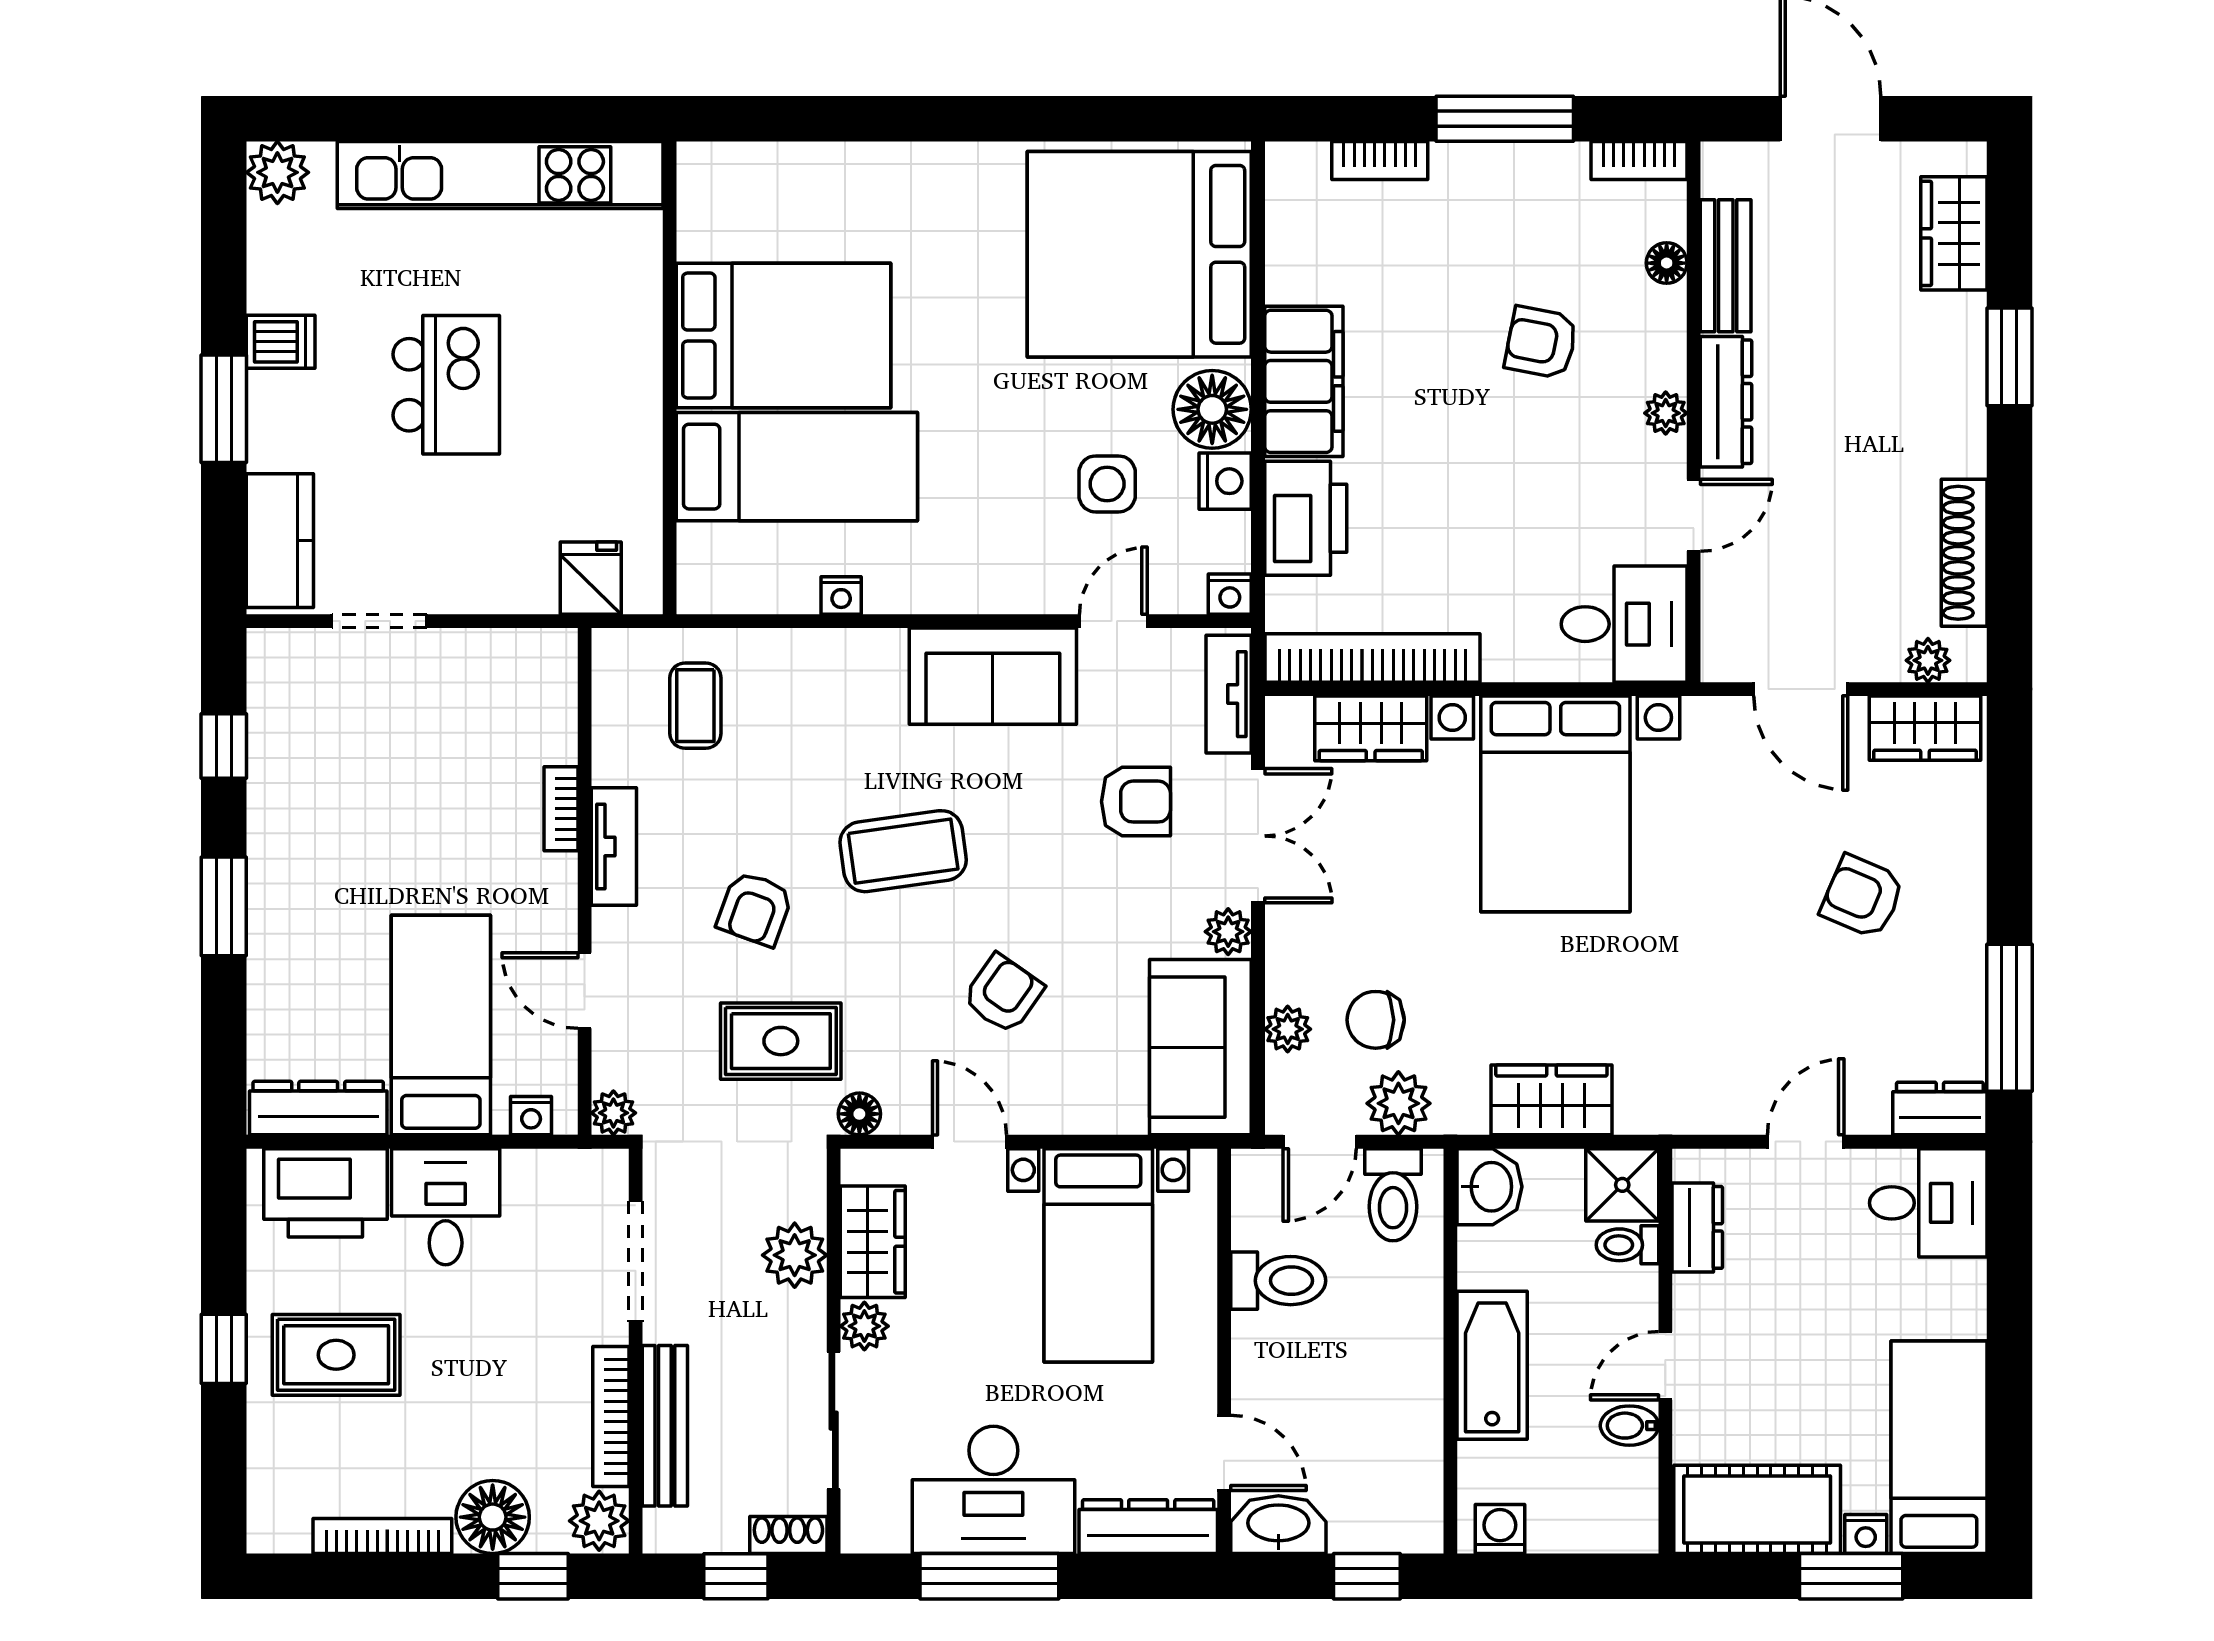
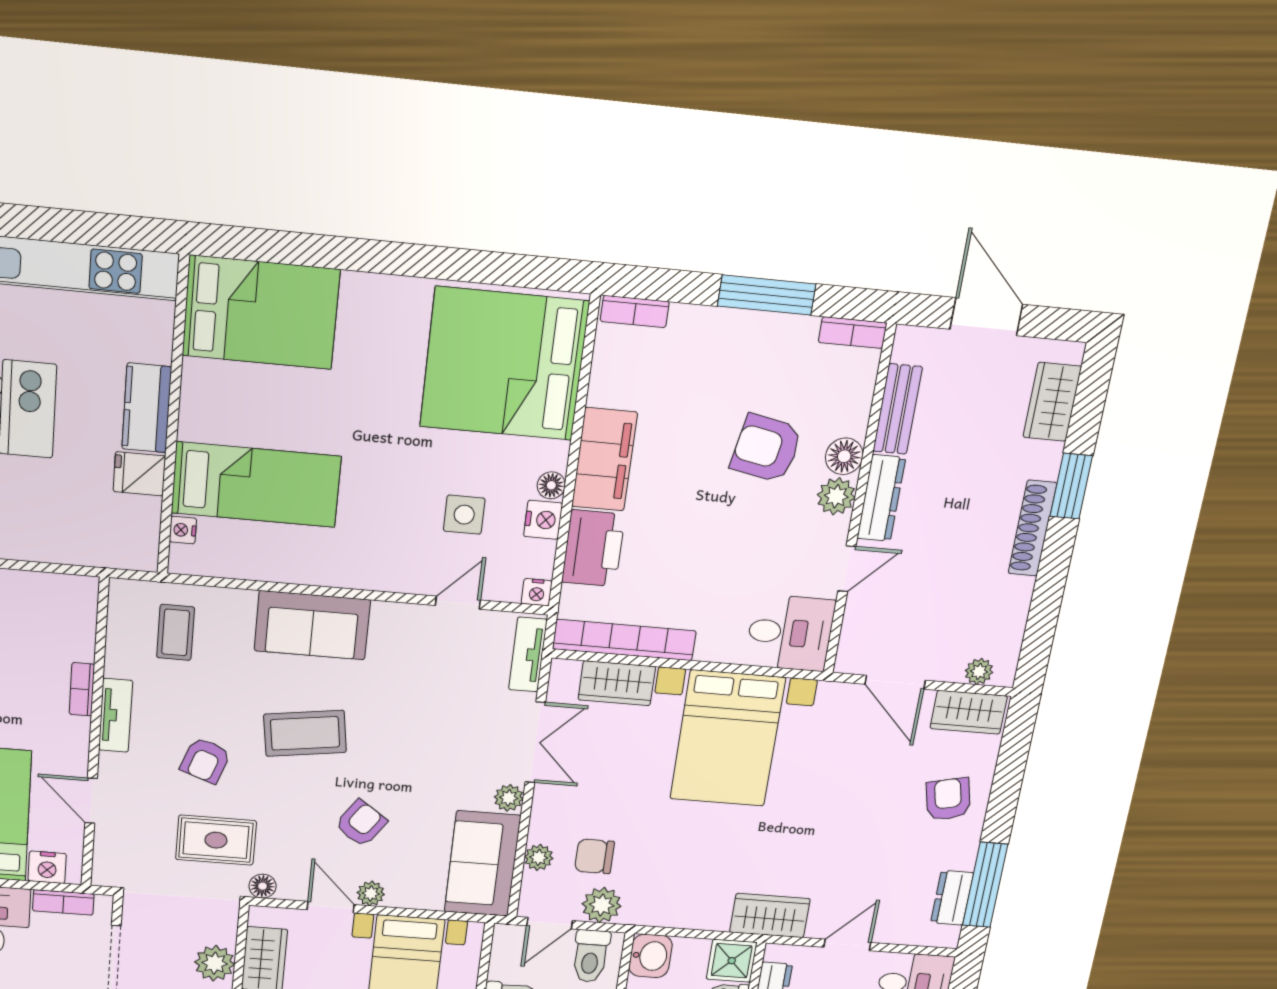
bookcase: (1380, 161) -> (635, 311), moved
floor lamp: (1667, 263) -> (844, 456), moved, width x1.37, depth x1.37
bed: (783, 336) -> (261, 313), moved
armchair: (1541, 342) -> (766, 448), width x1.38, depth x1.38
kitchen counter: (631, 367) -> (147, 408), added
floor lamp: (1212, 409) -> (551, 485), width x0.53, depth x0.53
plant: (1666, 413) -> (836, 496), width x1.38, depth x1.38
shoe rack: (1964, 553) -> (1032, 528), moved
fridge: (591, 578) -> (139, 474), moved, turned -90
nightstand: (841, 596) -> (183, 530), moved, turned 90
sofa: (993, 676) -> (312, 625), moved
armchair: (1136, 802) -> (459, 715), removed
armchair: (1862, 897) -> (948, 799), moved, turned 54
wardrobe: (1551, 1100) -> (770, 916), moved
dresser: (1940, 1109) -> (952, 898), moved, turned -90
plant: (613, 1113) -> (371, 893), moved
nightstand: (531, 1116) -> (47, 867), width x1.39, depth x1.35
bookcase: (551, 1167) -> (63, 902), added

